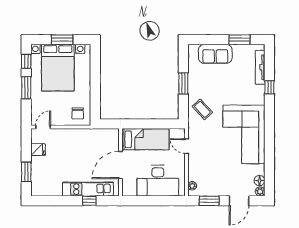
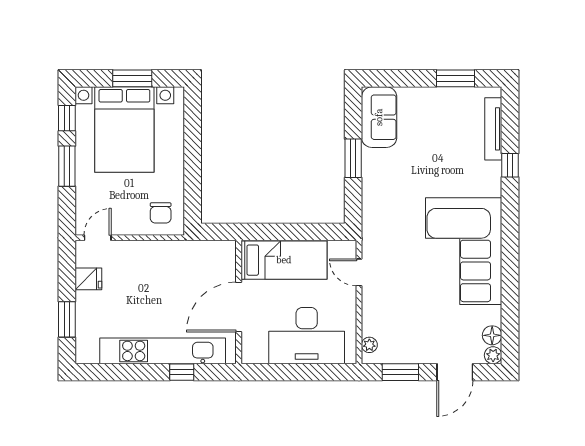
sofa: (215, 54) -> (379, 117), moved, turned -90
coffee table: (202, 109) -> (388, 206), removed
kitchen unit: (88, 189) -> (163, 351), width x1.36

